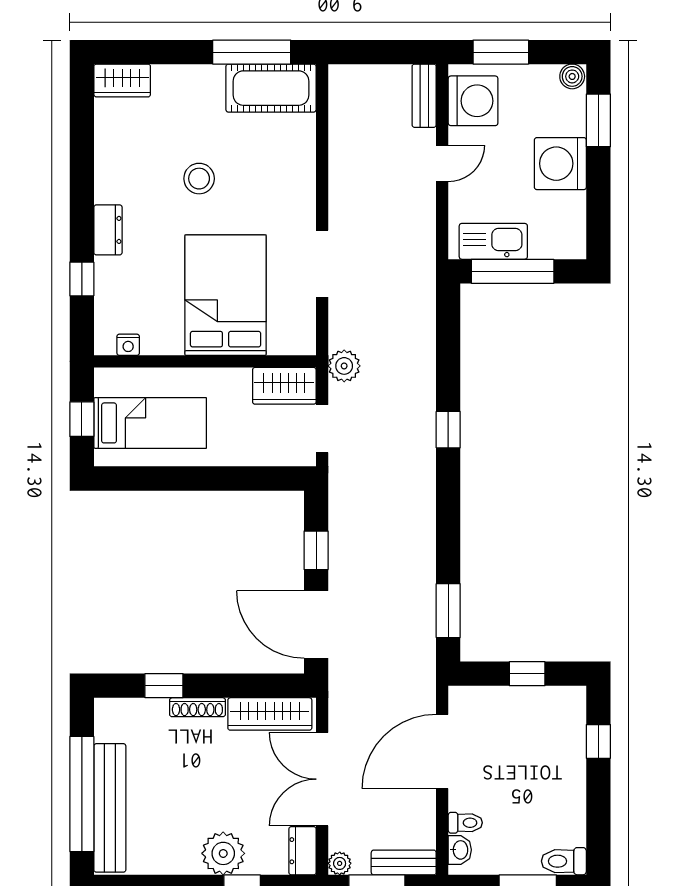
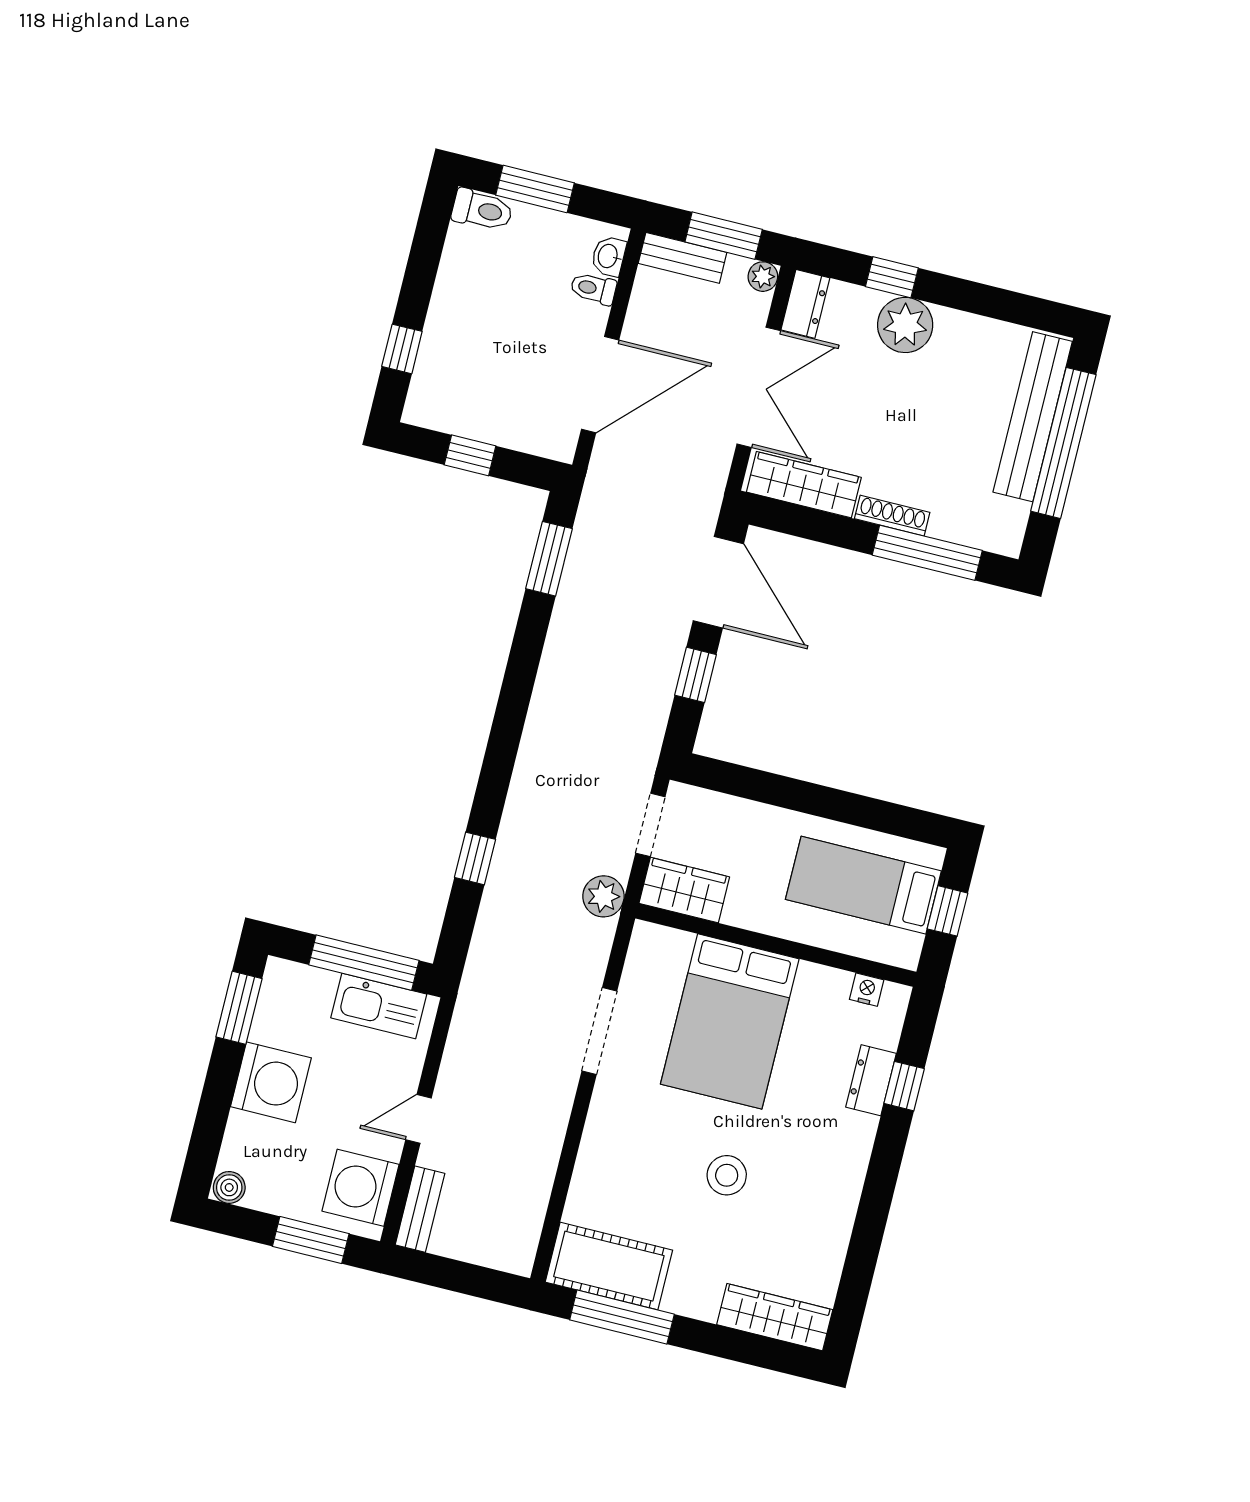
wardrobe: (122, 80) -> (775, 1317), width x1.50
window: (598, 120) -> (239, 1008), moved
dresser: (108, 230) -> (871, 1080), moved
window: (448, 430) -> (475, 858), moved
window: (164, 686) -> (927, 553), width x2.17

